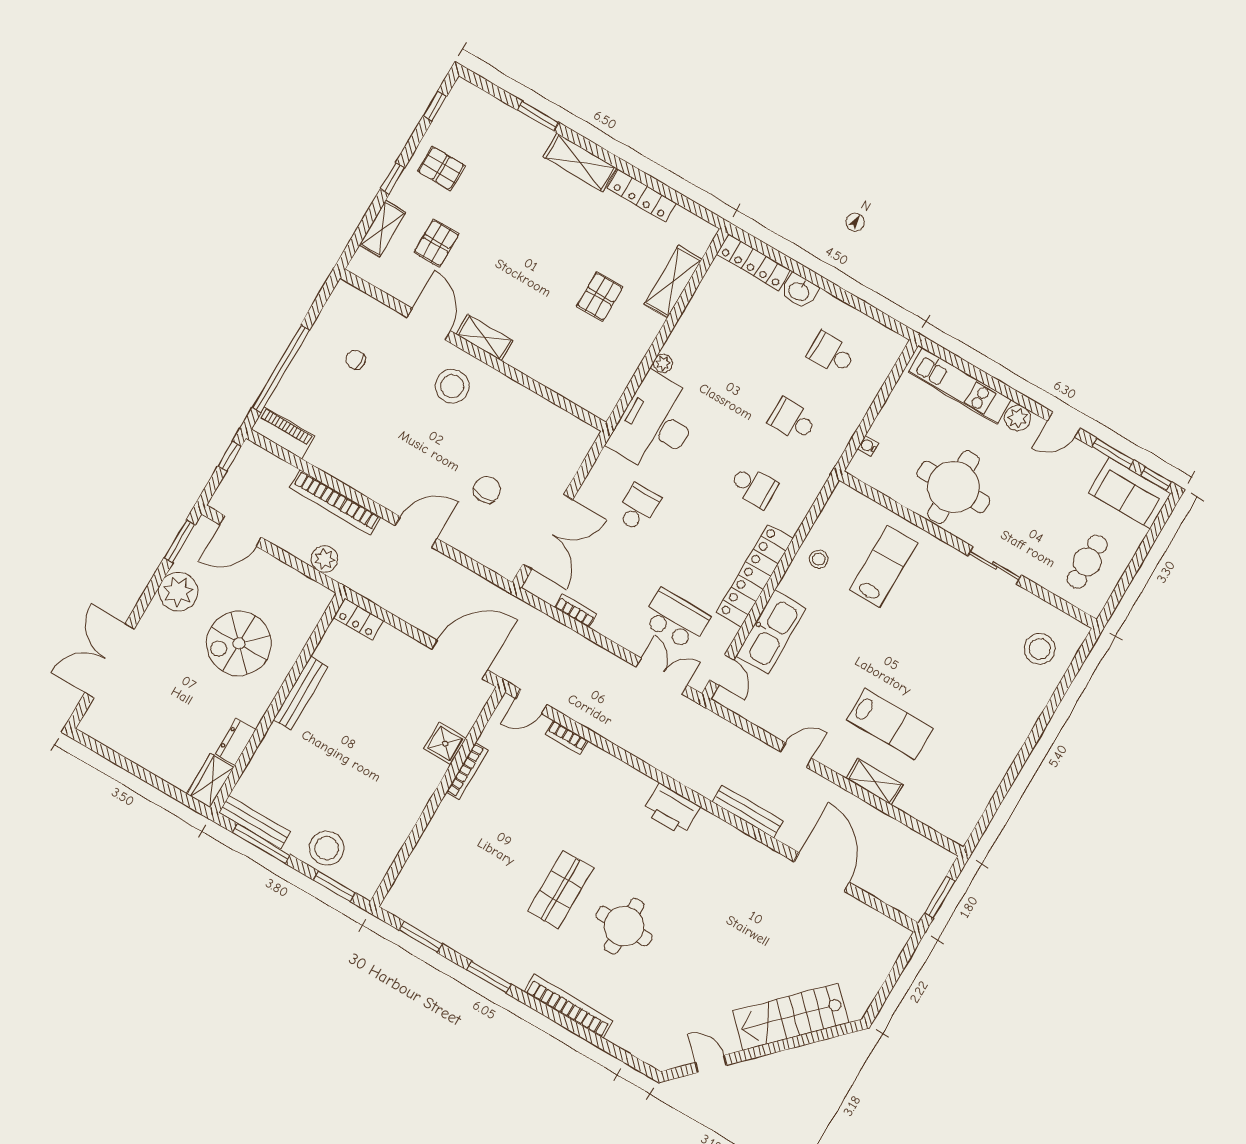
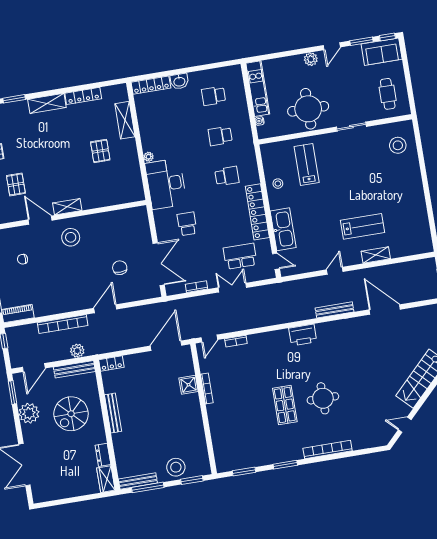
kitchen unit: (960, 386) -> (258, 89), moved, turned -90
bench: (298, 583) -> (74, 369), added
double door: (661, 676) -> (232, 288), moved

